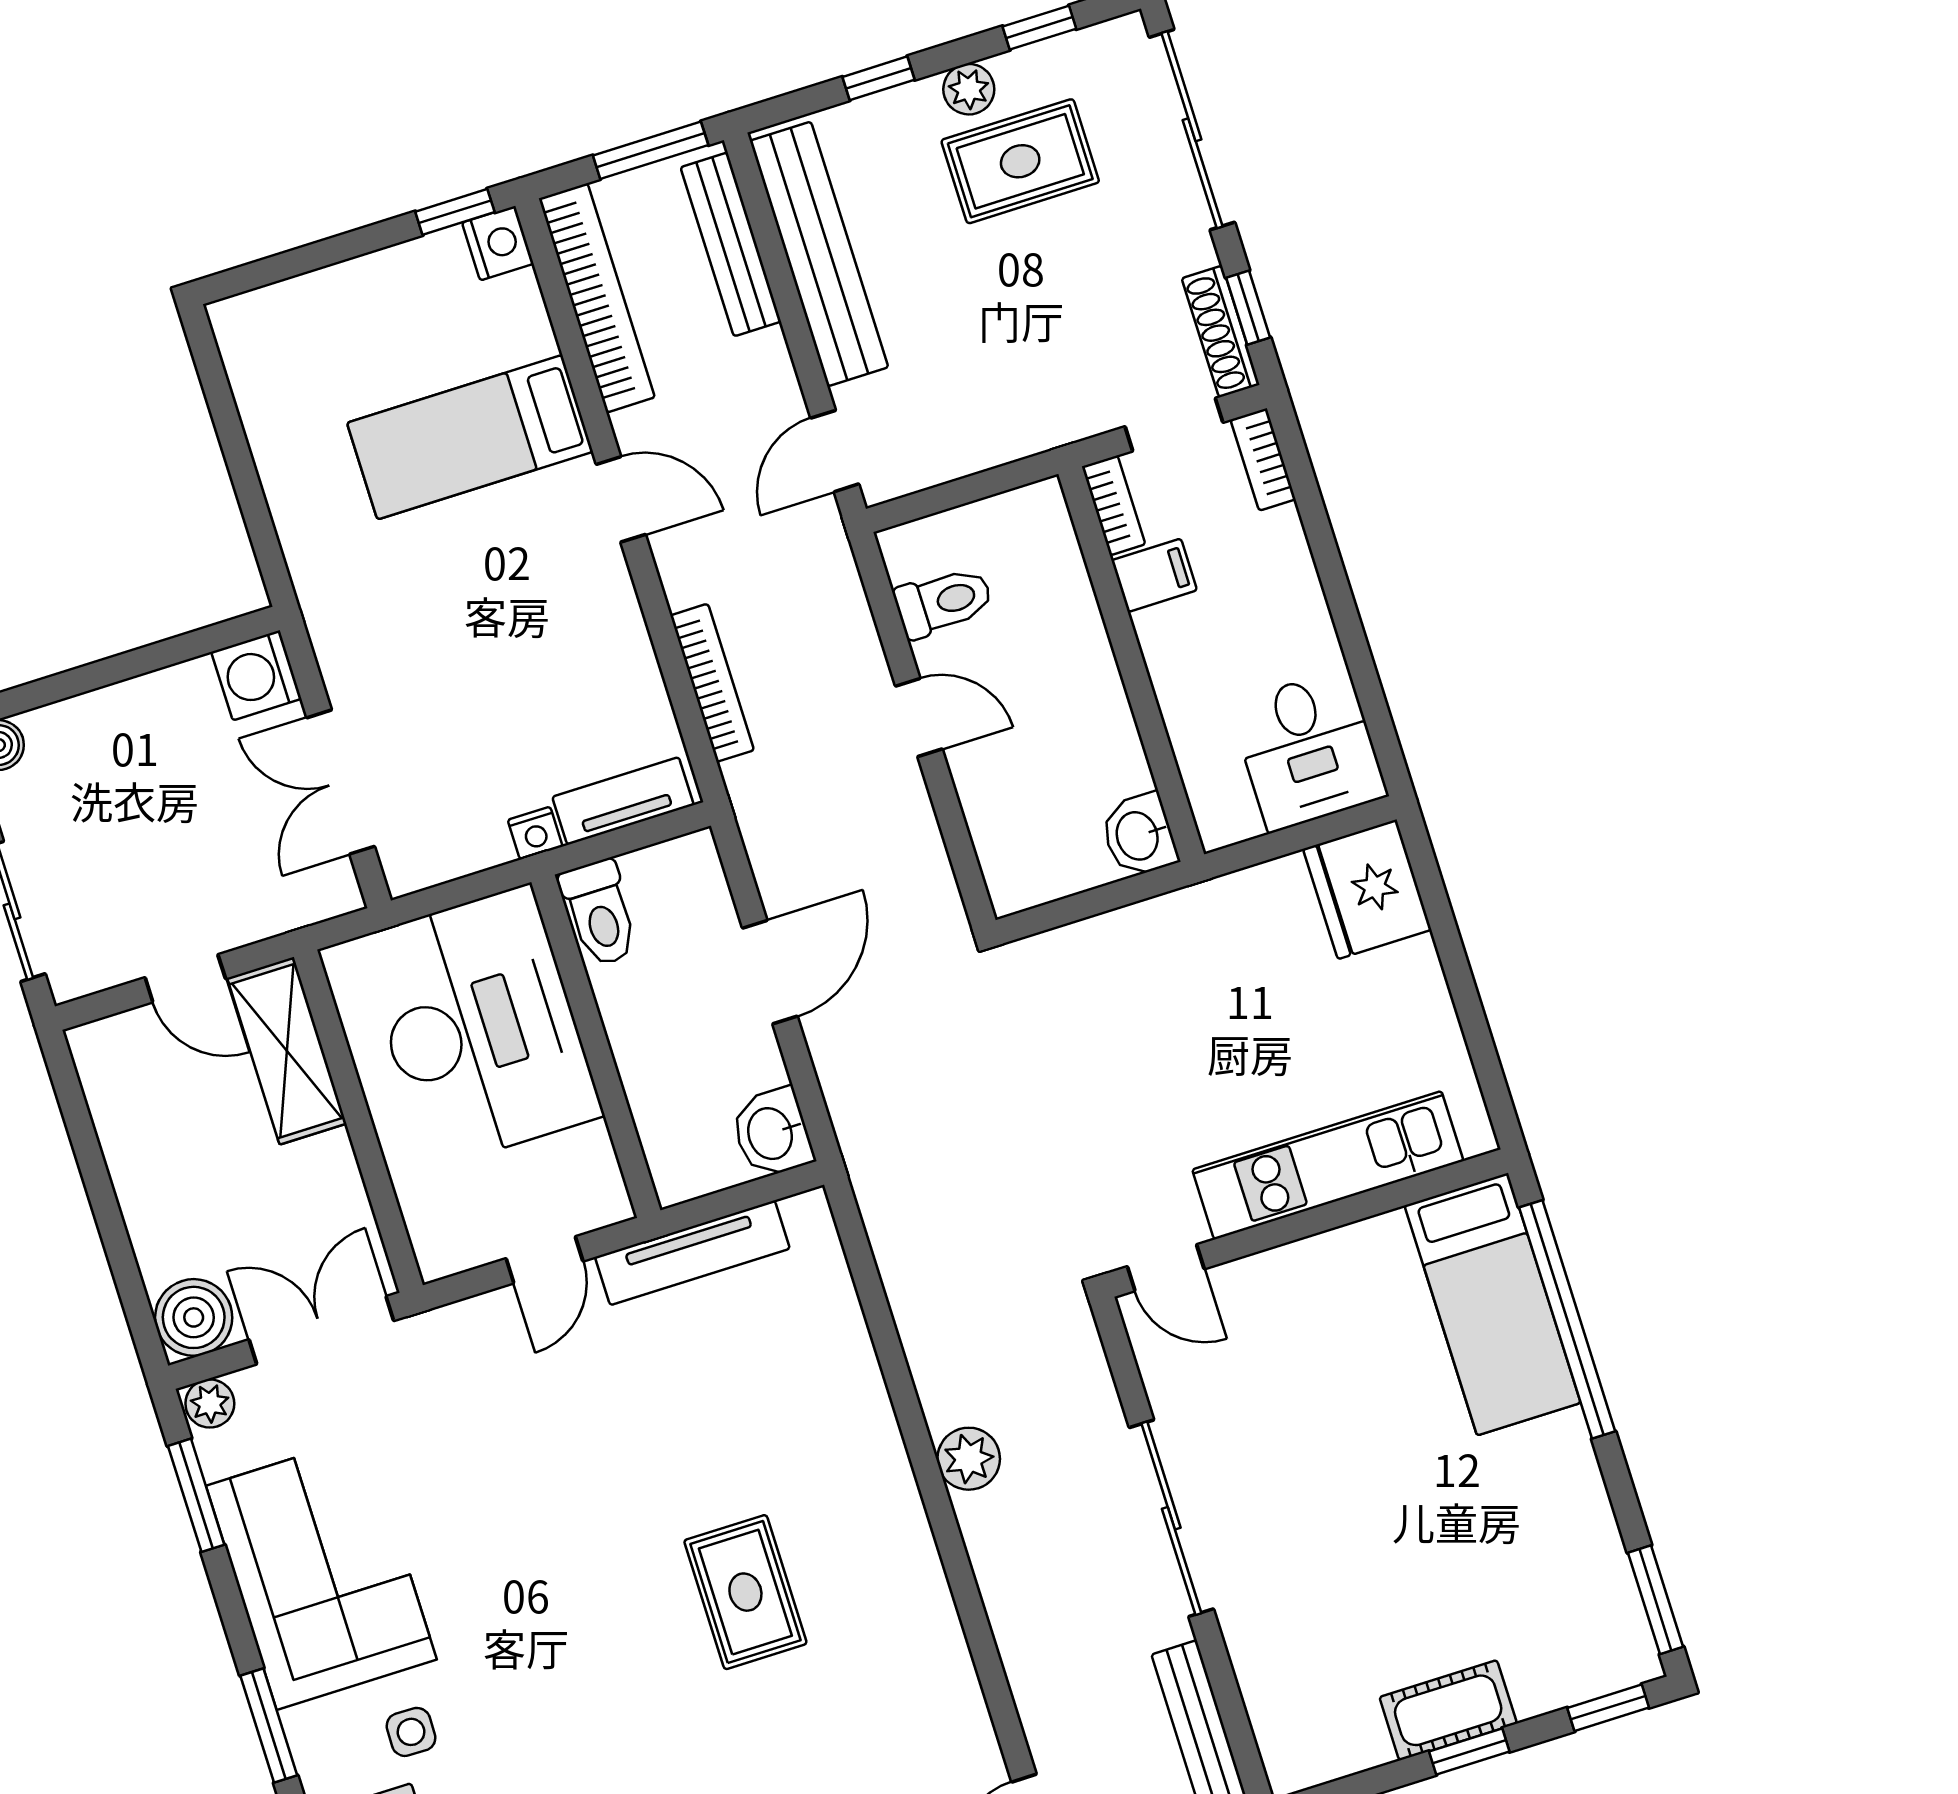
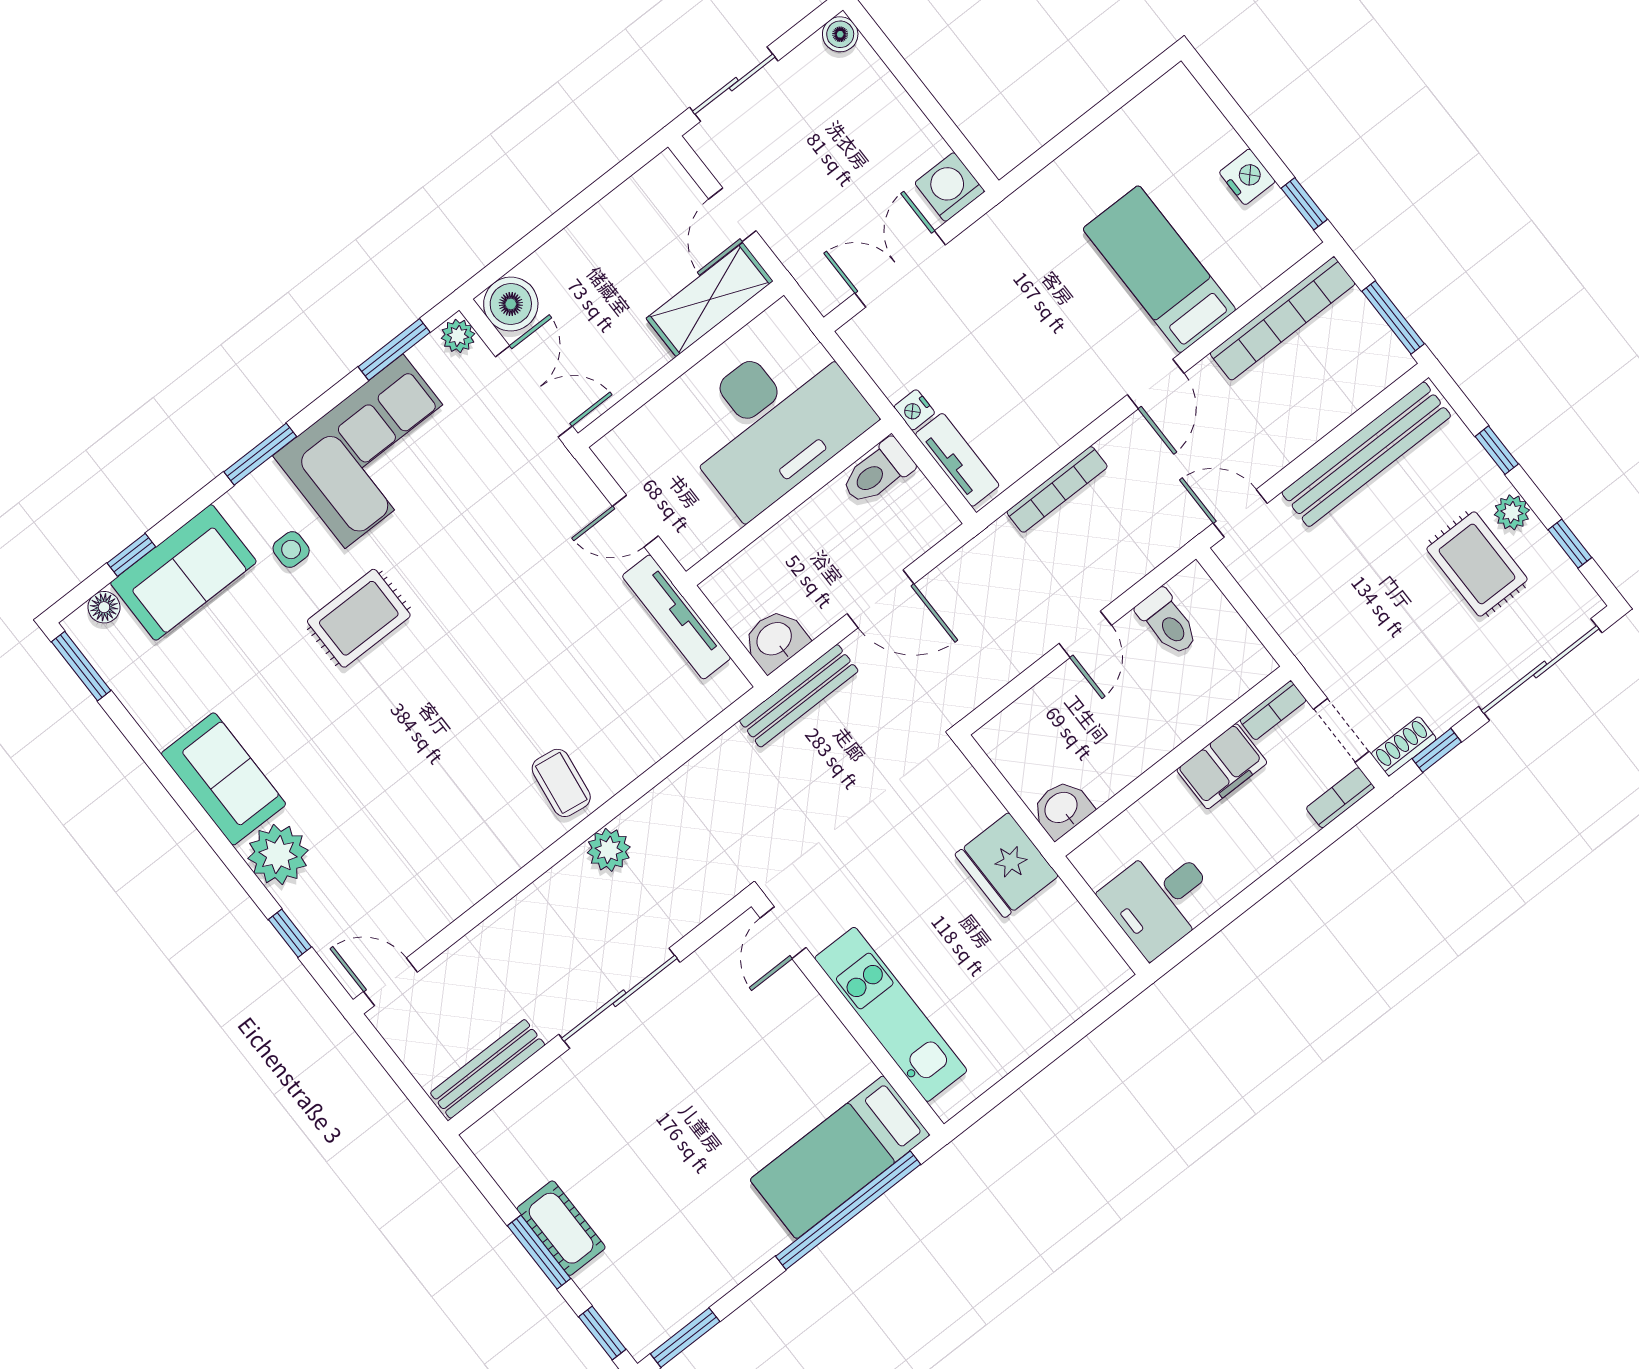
nightstand: (498, 243) -> (1247, 177), moved, turned -90
bench: (731, 244) -> (799, 696), moved
shoe rack: (1221, 332) -> (1404, 746), width x0.70
filing cabinet: (1154, 575) -> (1222, 766), width x2.00
fridge: (1367, 889) -> (1007, 865), moved, turned -90
coffee table: (856, 1489) -> (561, 783), added
rug: (745, 1592) -> (359, 618), moved
window: (1469, 1752) -> (539, 1252), width x1.50

